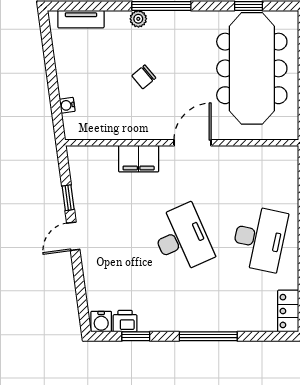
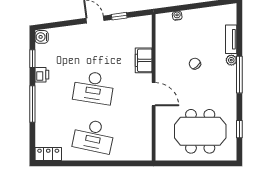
tv unit: (81, 19) -> (231, 39), moved
meeting table: (252, 68) -> (200, 131), width x0.73
desk: (182, 239) -> (94, 87), turned 33
printer: (125, 321) -> (42, 75), moved

